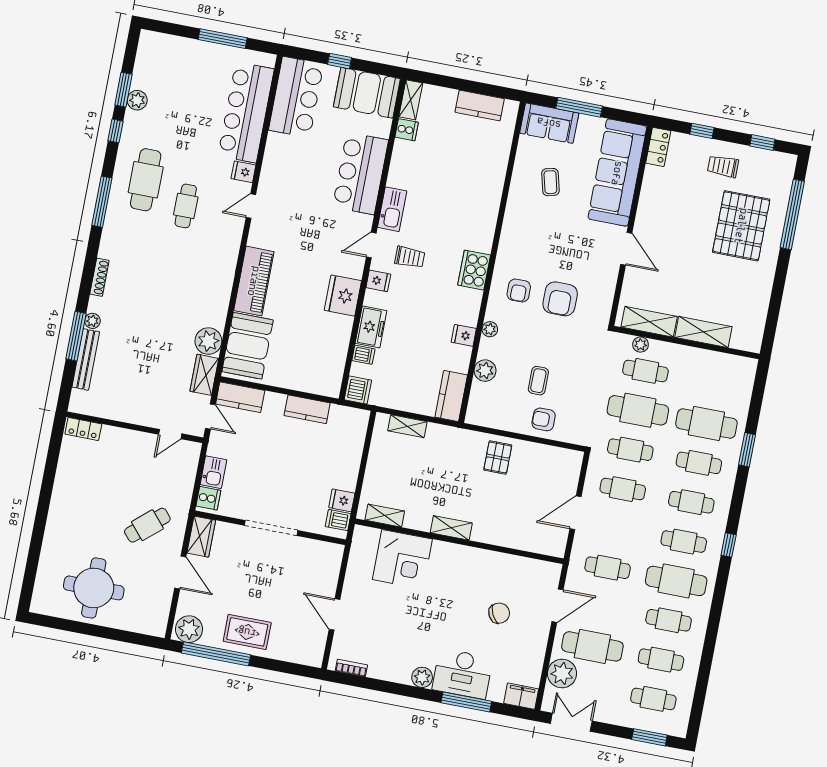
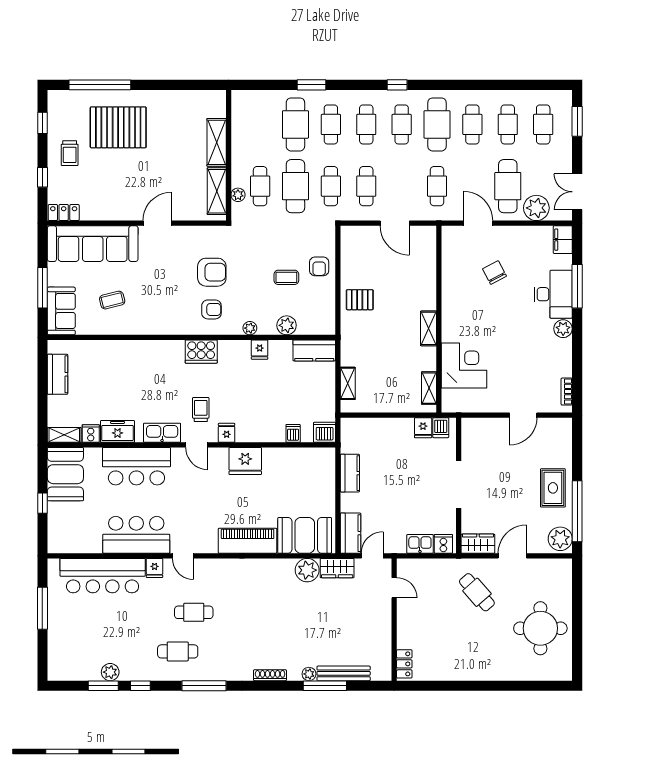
bar counter: (296, 97) -> (136, 535), moved
cafe table: (146, 180) -> (178, 651), width x0.73, depth x0.74
freezer: (371, 327) -> (117, 431), moved

